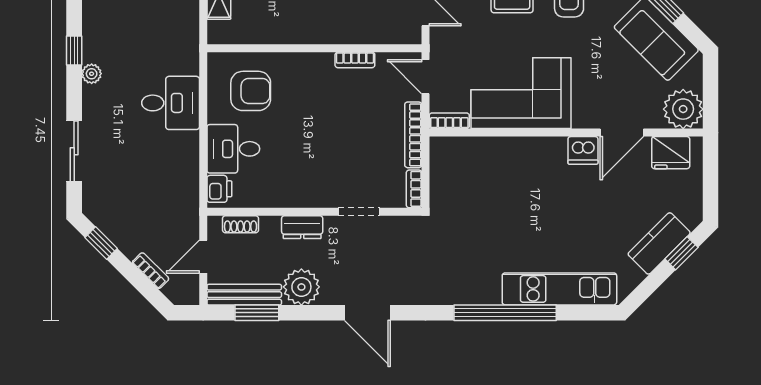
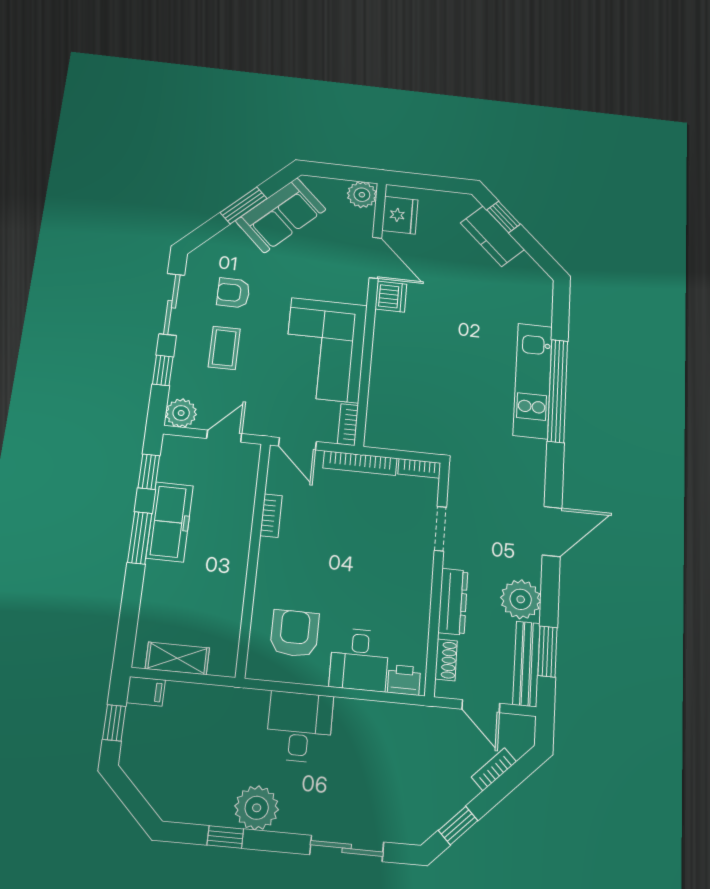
plant: (92, 74) -> (257, 808), width x1.88, depth x1.88
door: (426, 77) -> (297, 444), hinge flipped
plant: (683, 109) -> (362, 195), width x0.73, depth x0.73
dresser: (302, 227) -> (453, 602), width x1.44
kitchen unit: (559, 289) -> (533, 381), moved

